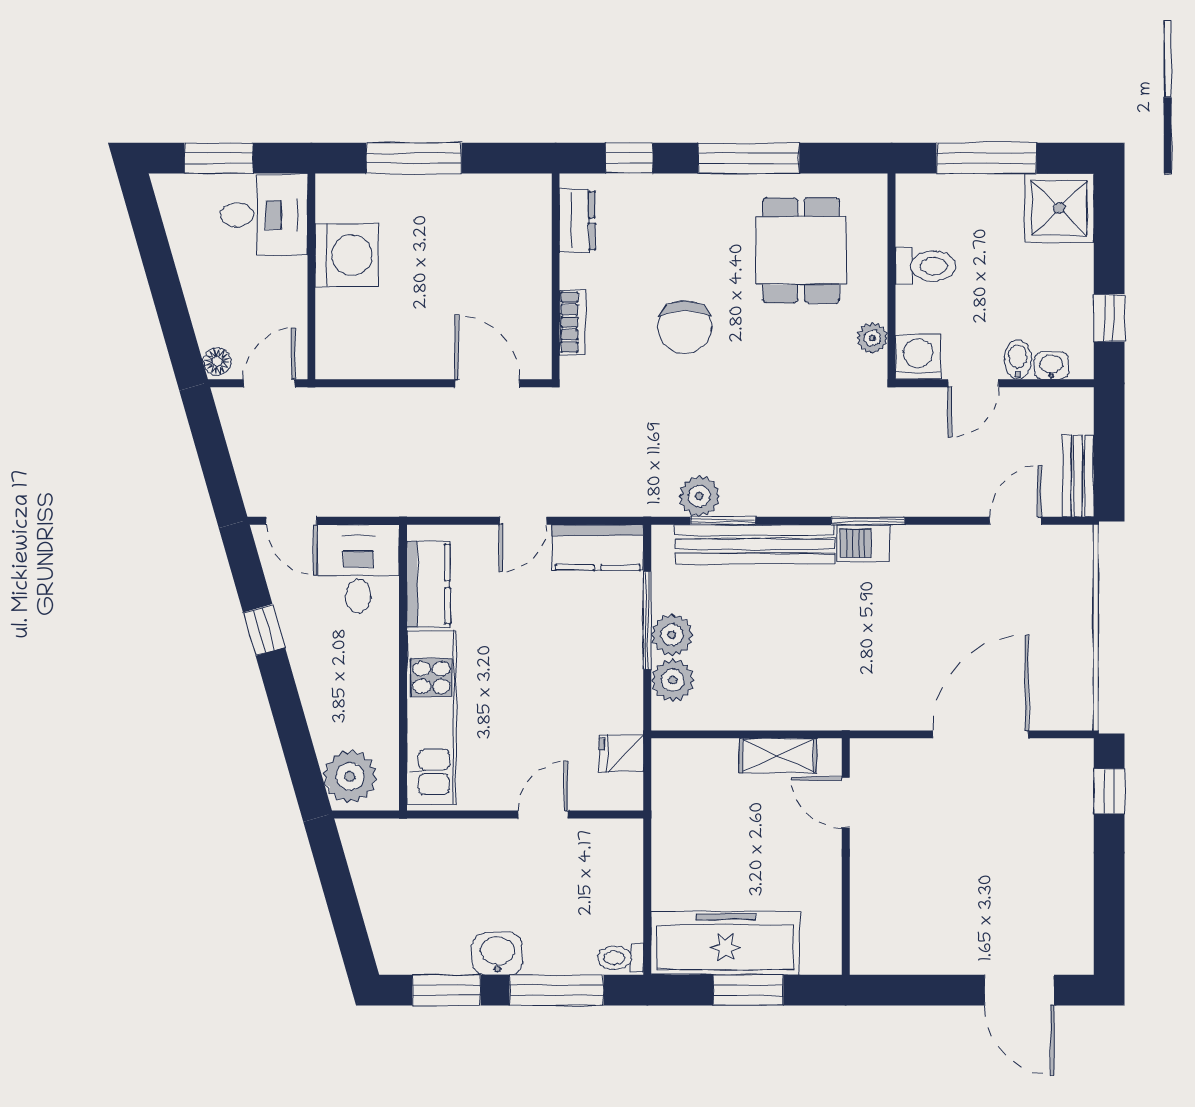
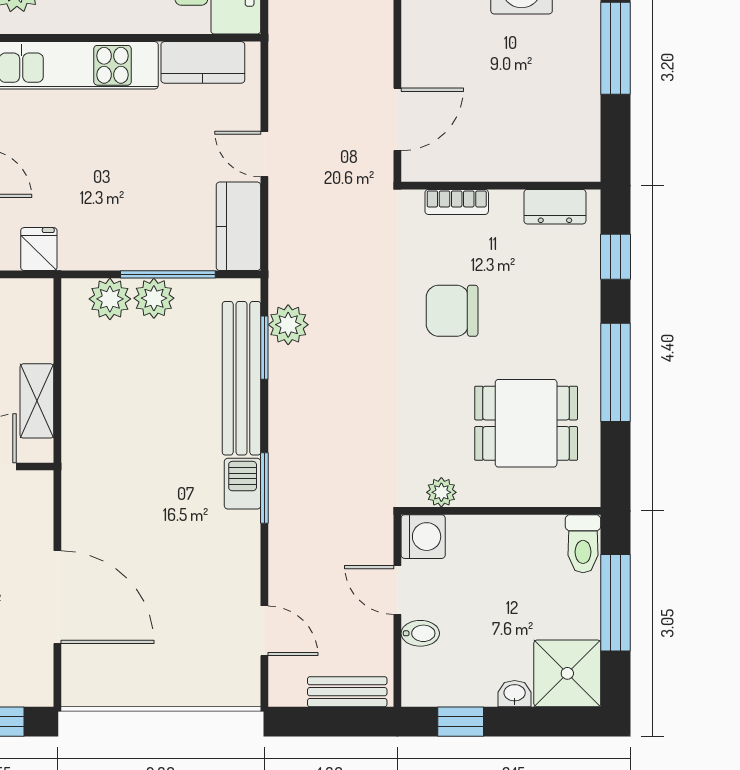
toilet: (925, 266) -> (583, 544), moved
washbasin: (1051, 366) -> (515, 694), moved, turned -90
bench: (1078, 476) -> (347, 692), moved

